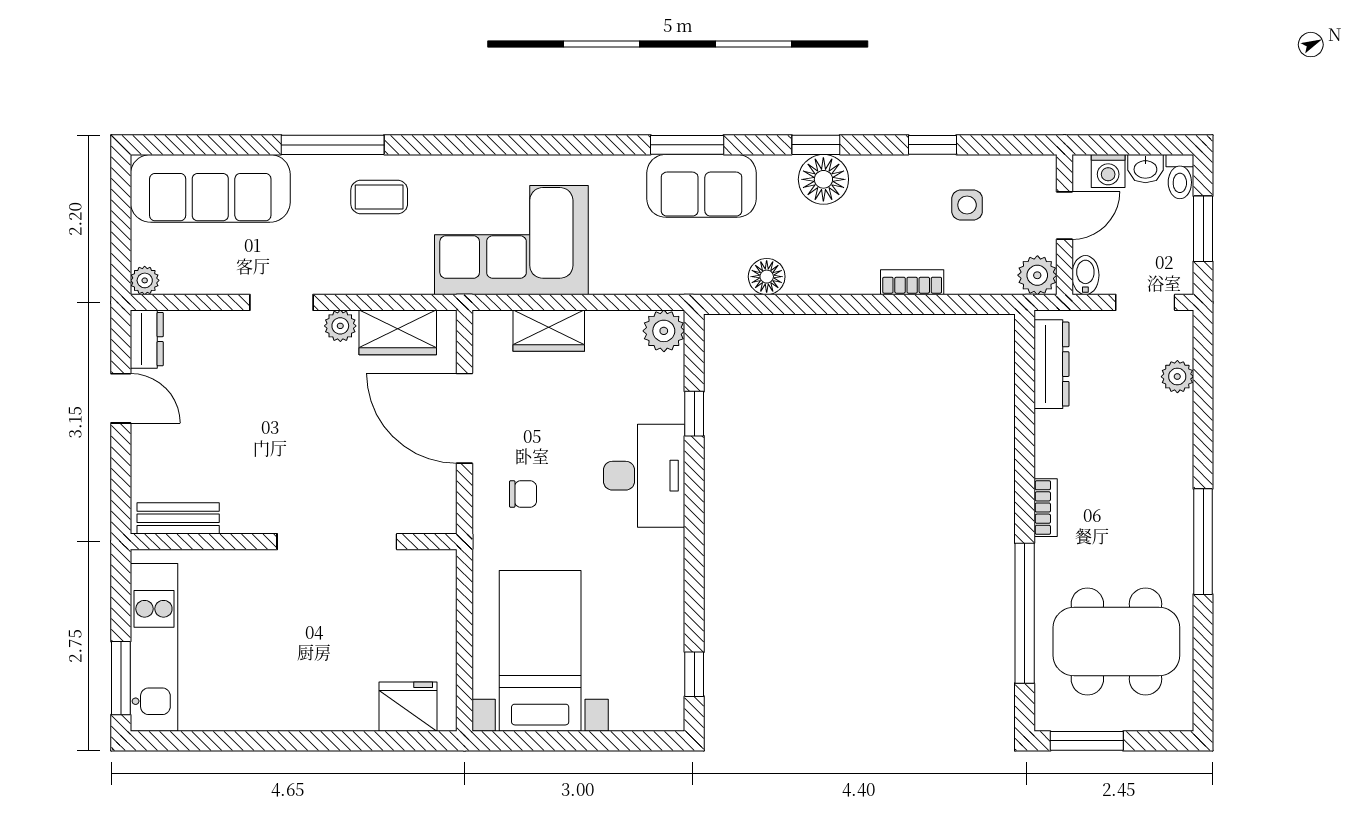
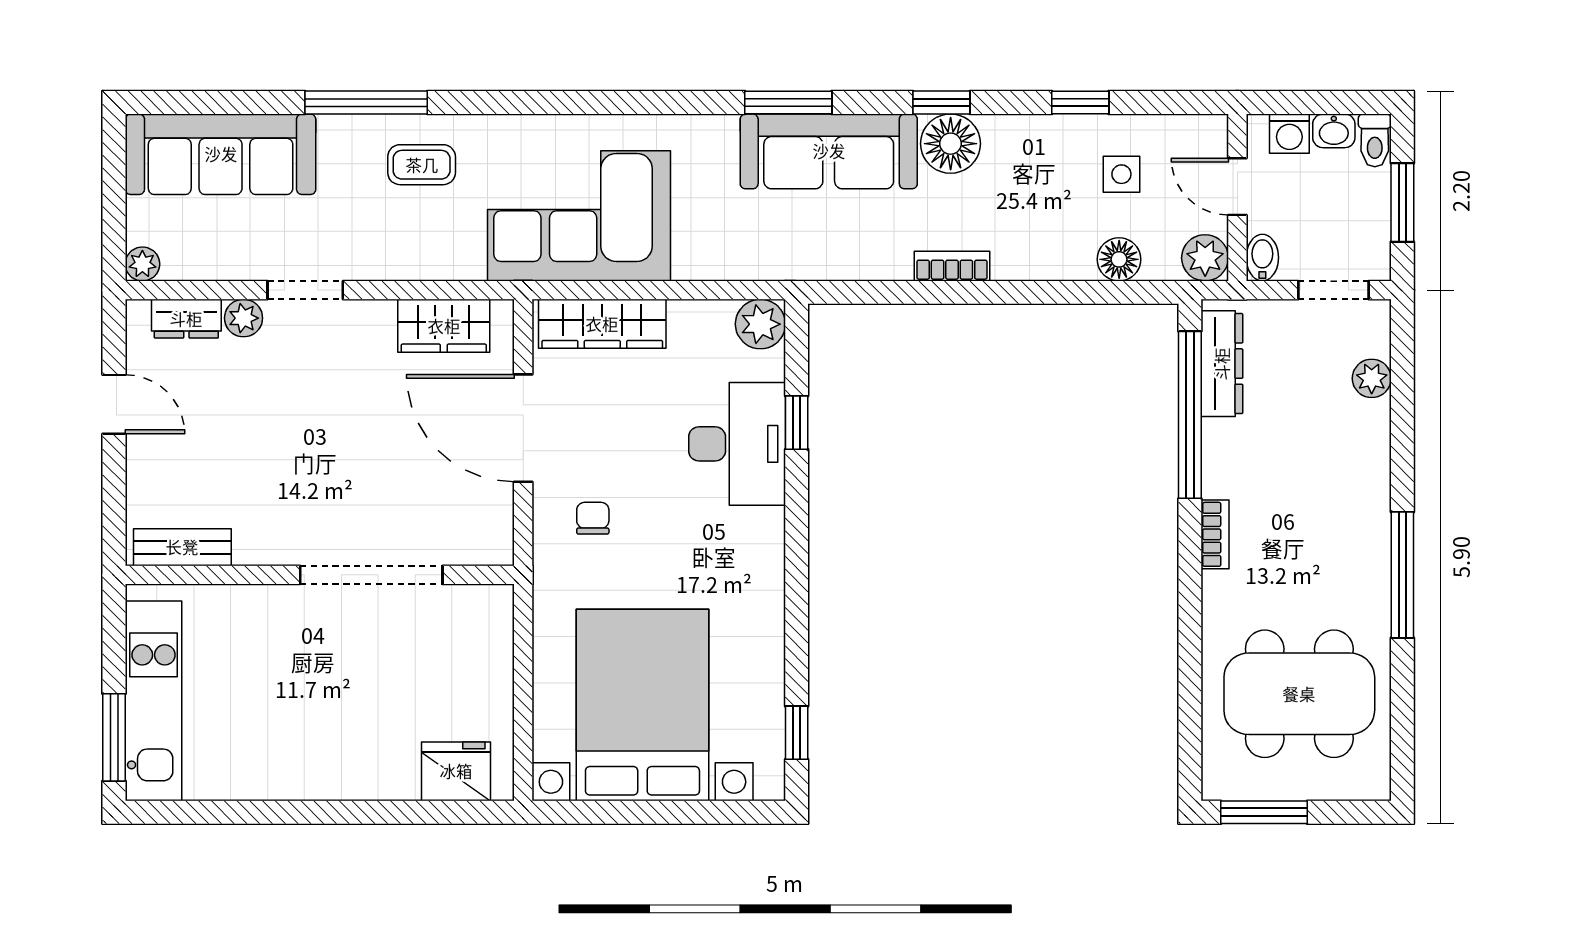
sofa: (701, 186) -> (829, 151), width x1.36
door: (1064, 215) -> (1237, 187), swing flipped
floor lamp: (767, 277) -> (1119, 259), moved
bookcase: (912, 282) -> (952, 266), moved
plant: (340, 326) -> (244, 318), moved
wardrobe: (549, 331) -> (602, 324), width x1.50
dresser: (147, 339) -> (186, 319), moved, turned 90
desk: (644, 476) -> (737, 444), moved
chair: (523, 494) -> (593, 518), turned -90
window: (1025, 613) -> (1190, 415), moved
bed with nightstands: (540, 651) -> (642, 705), width x1.36

